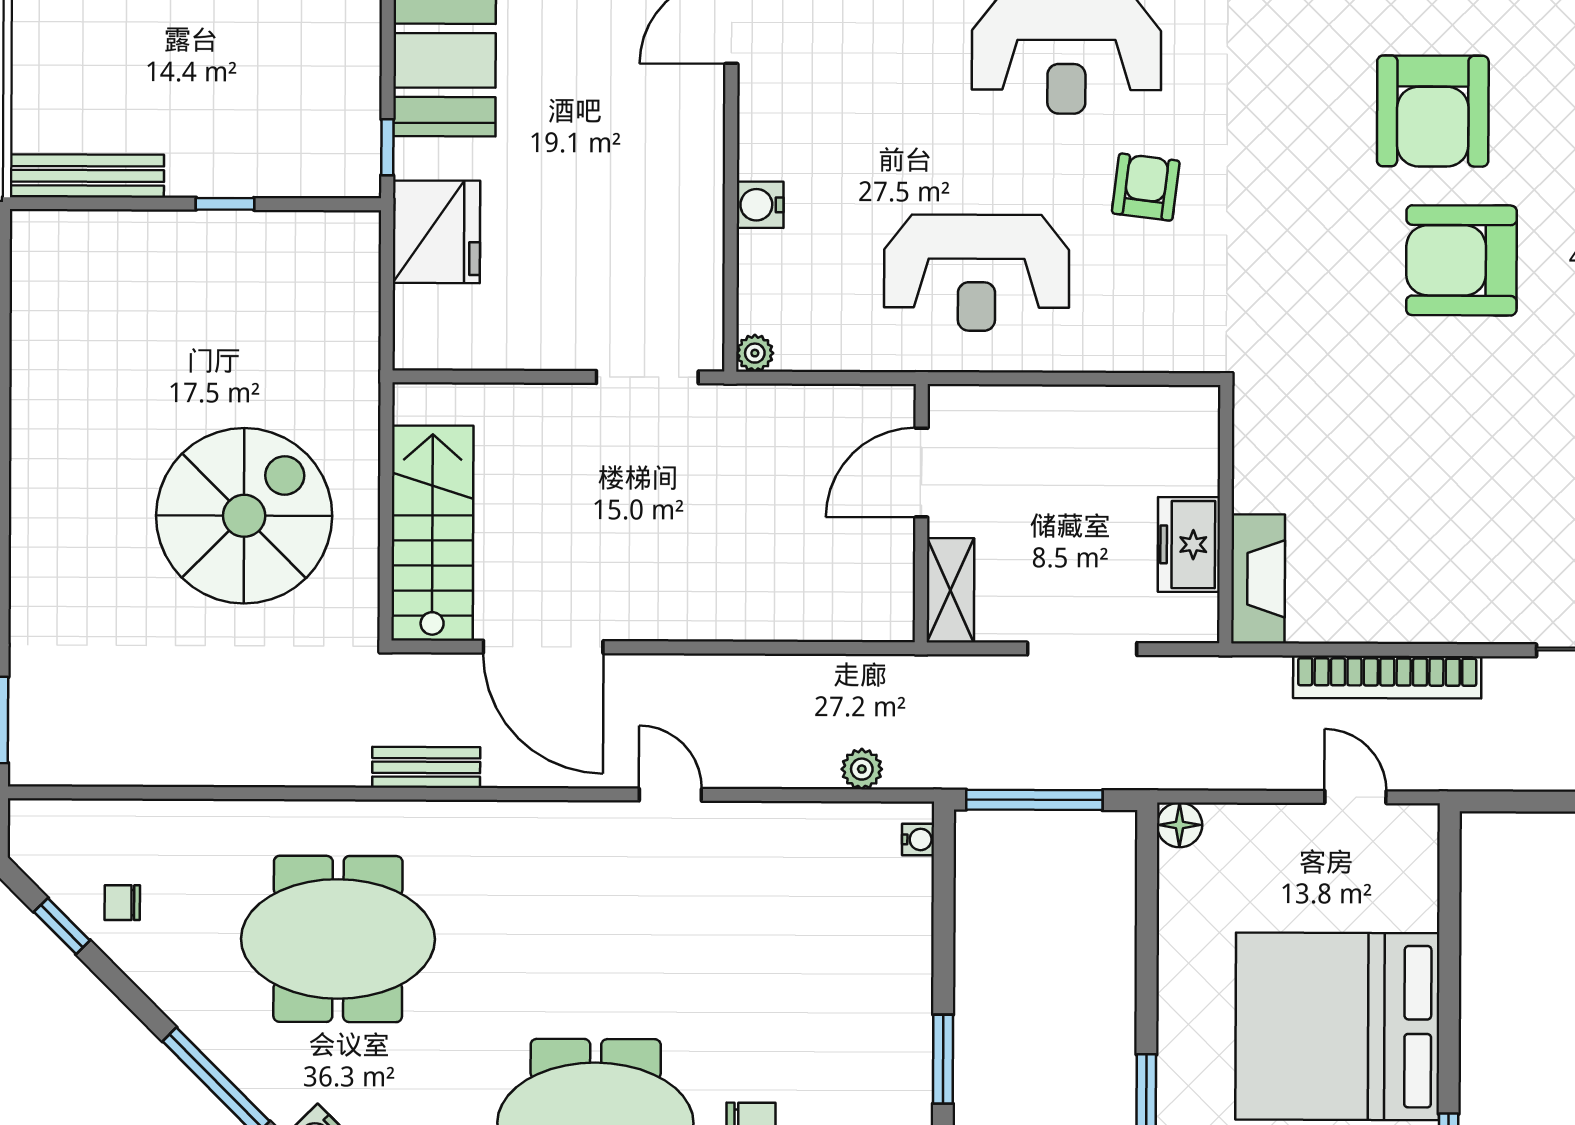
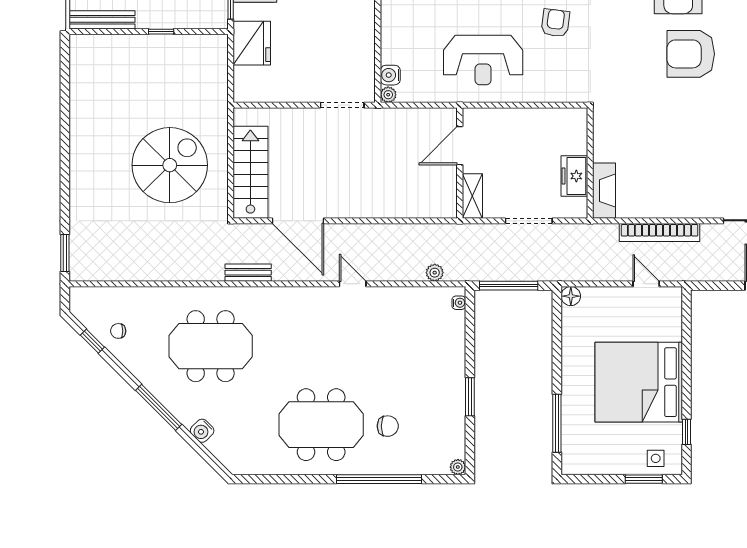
water cooler: (760, 205) -> (390, 75), moved

